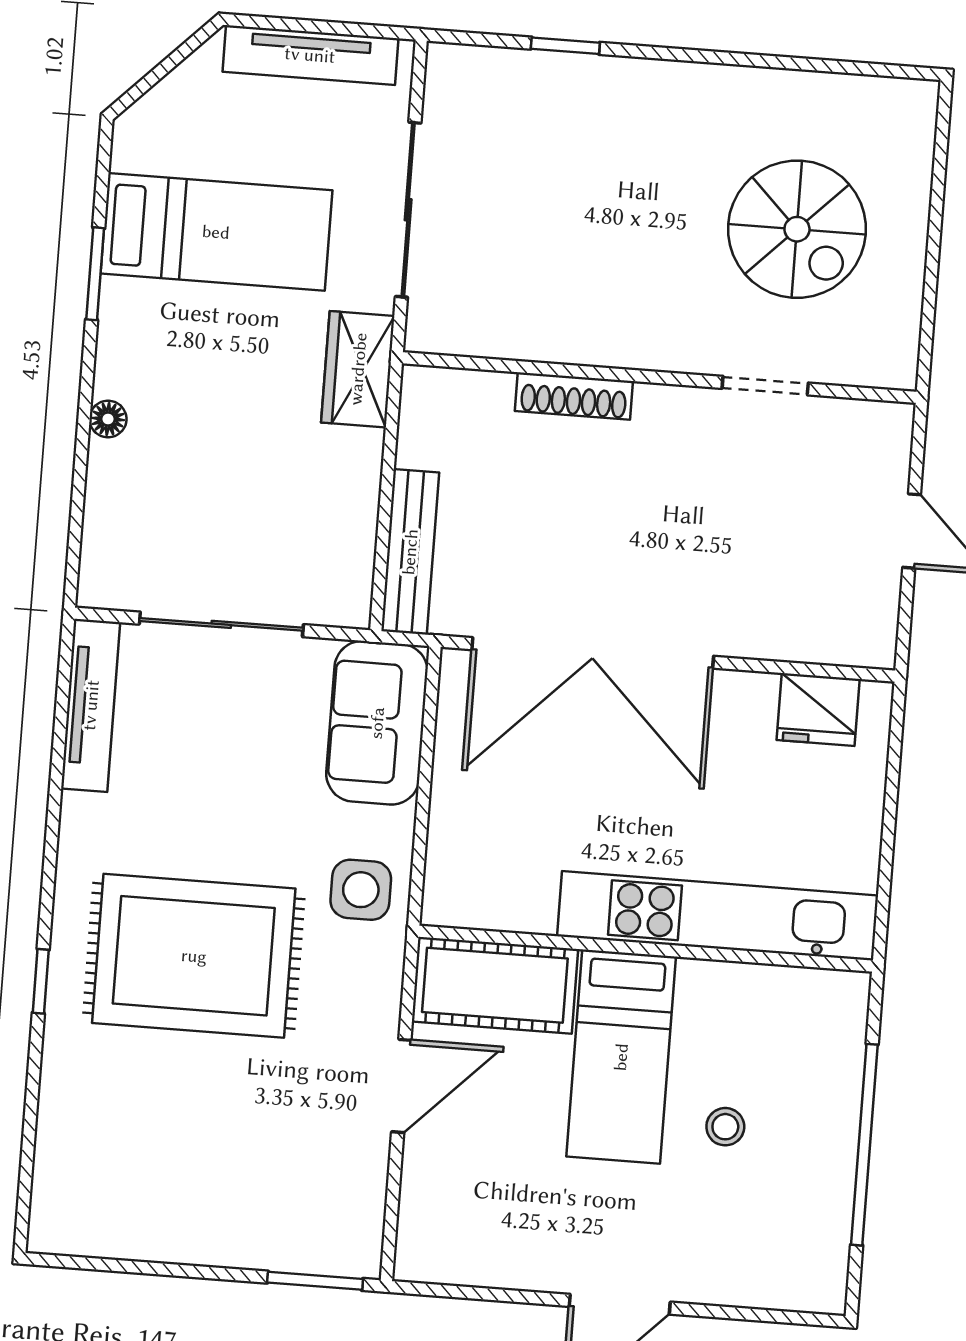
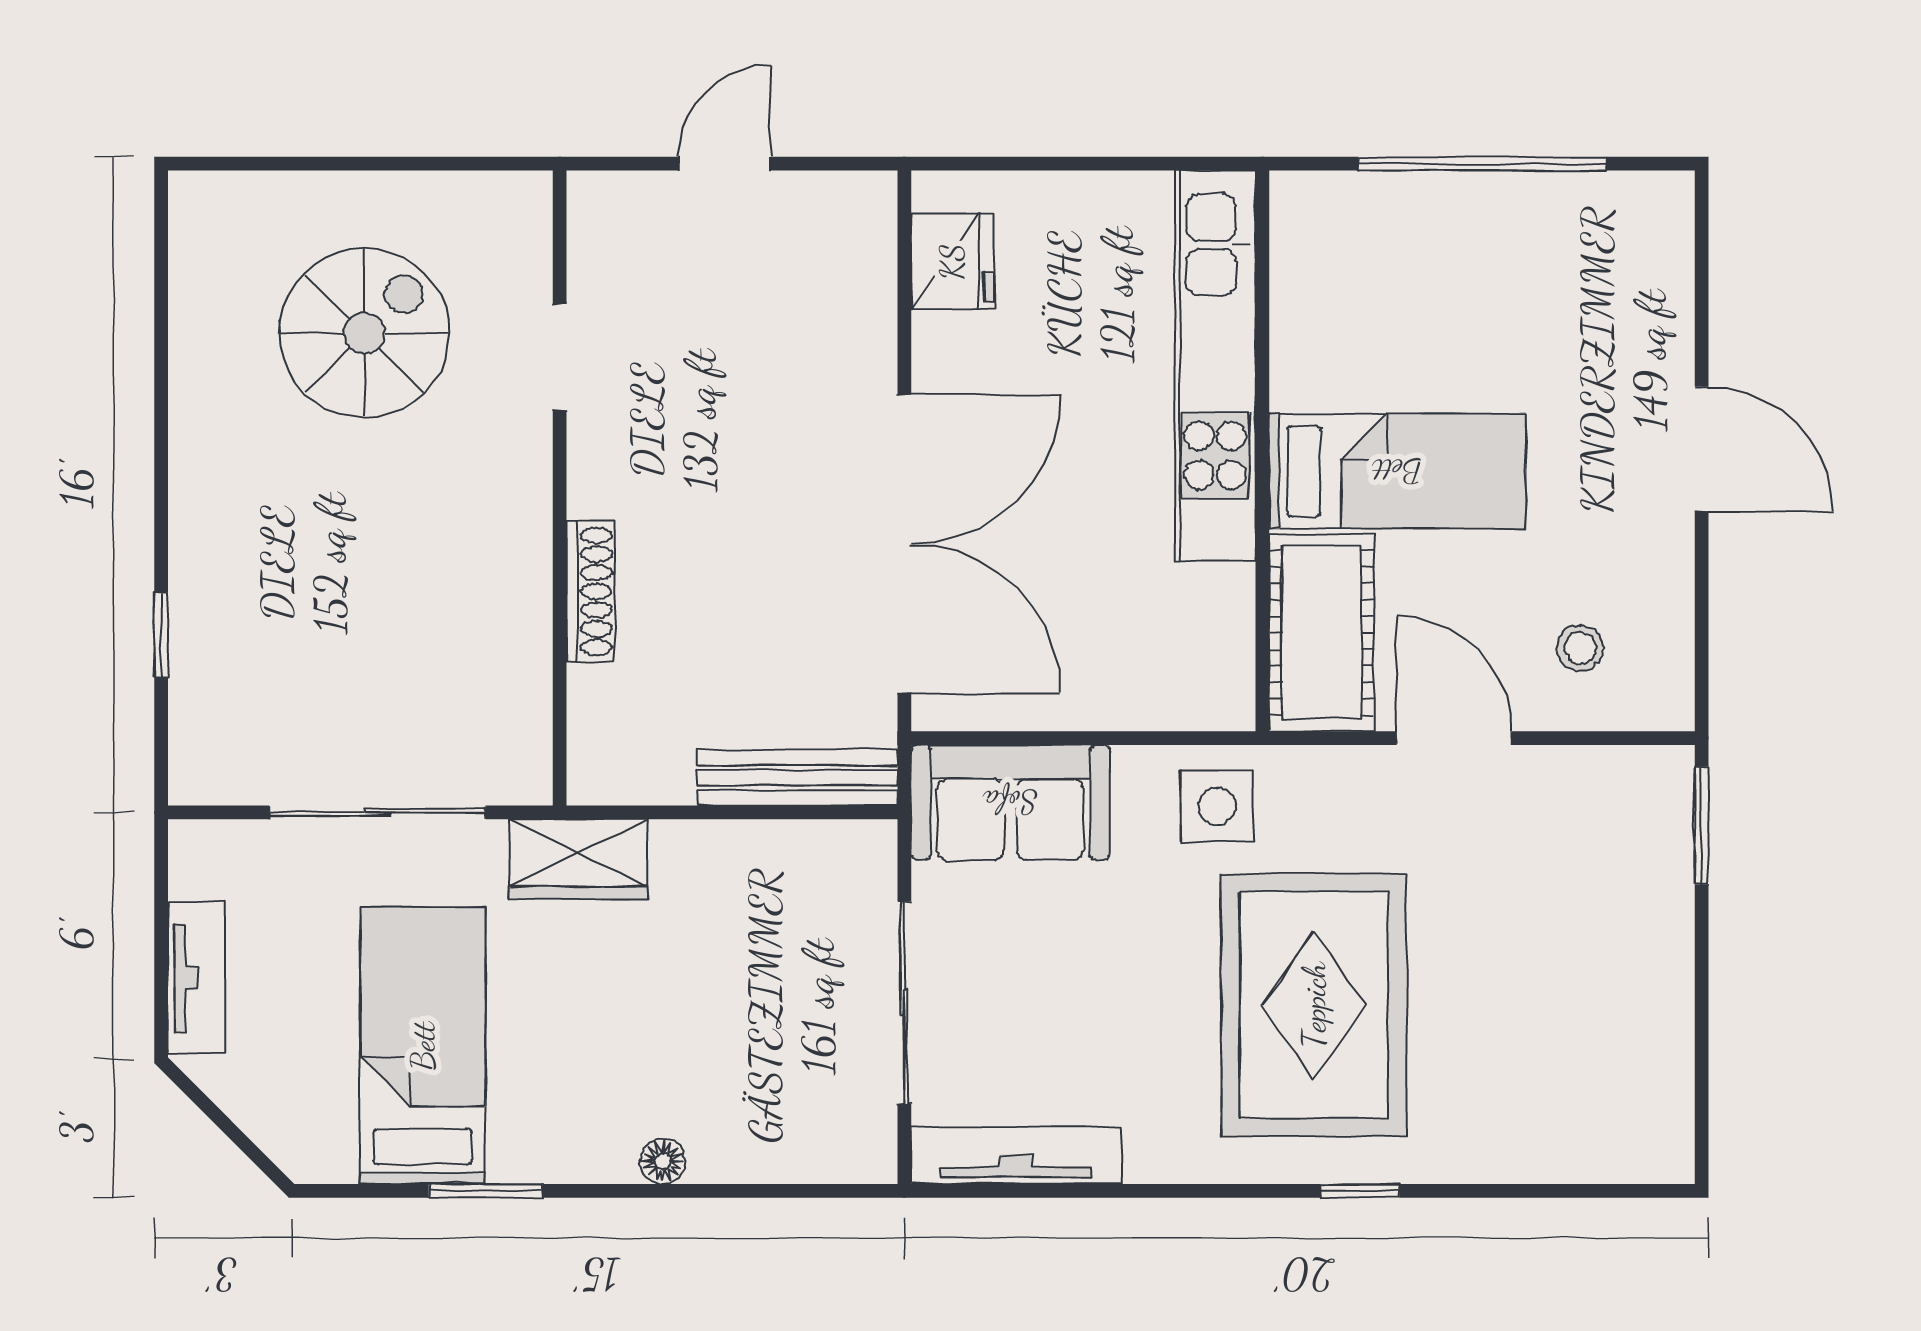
tv unit: (310, 55) -> (197, 978), width x0.71
stool: (725, 1127) -> (1580, 648), moved

